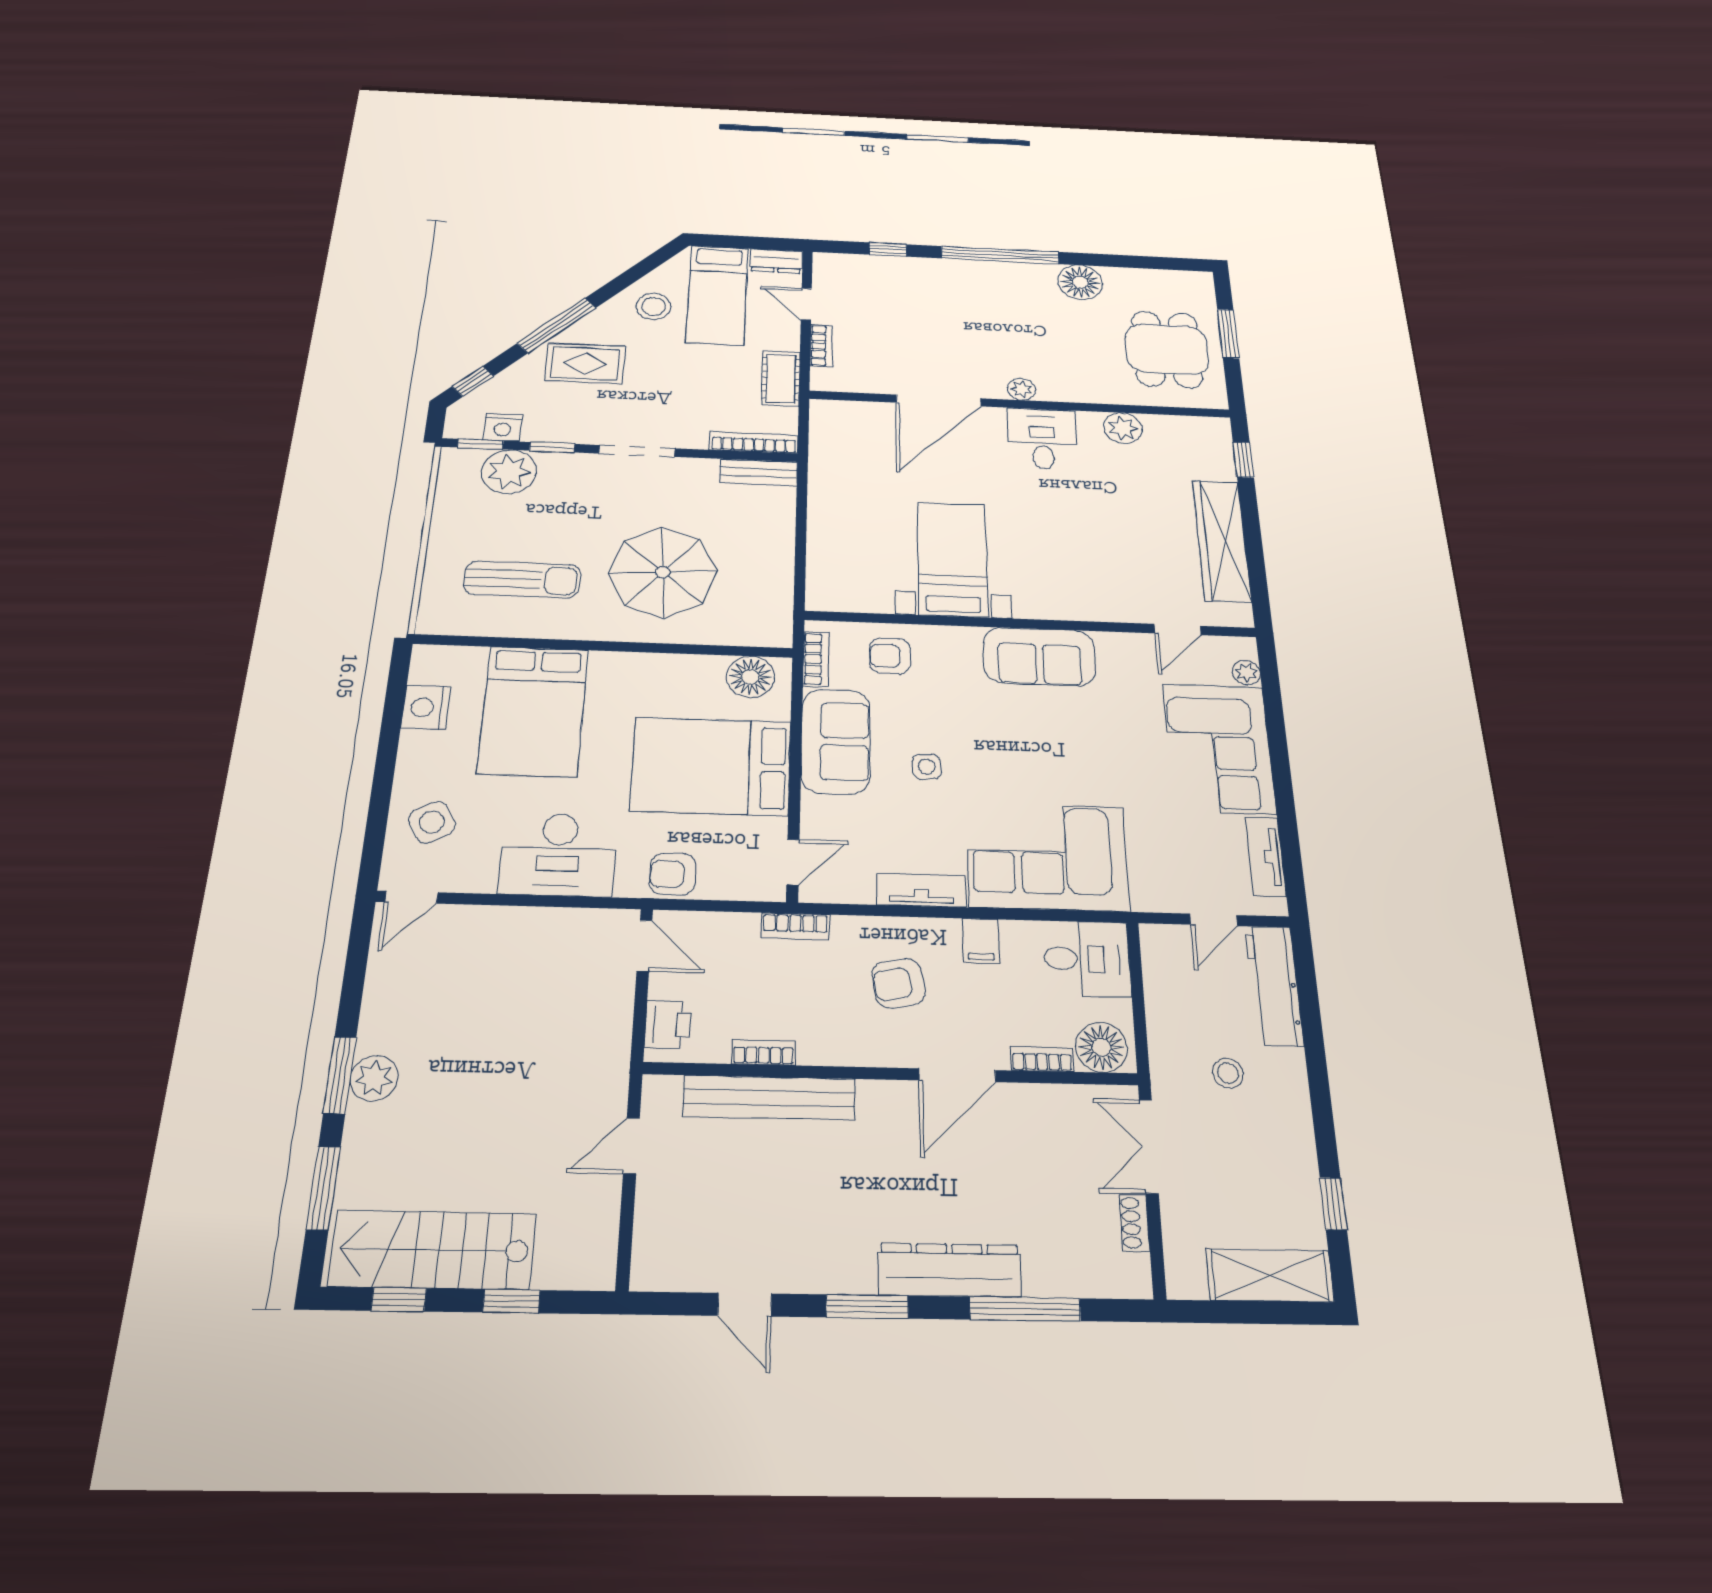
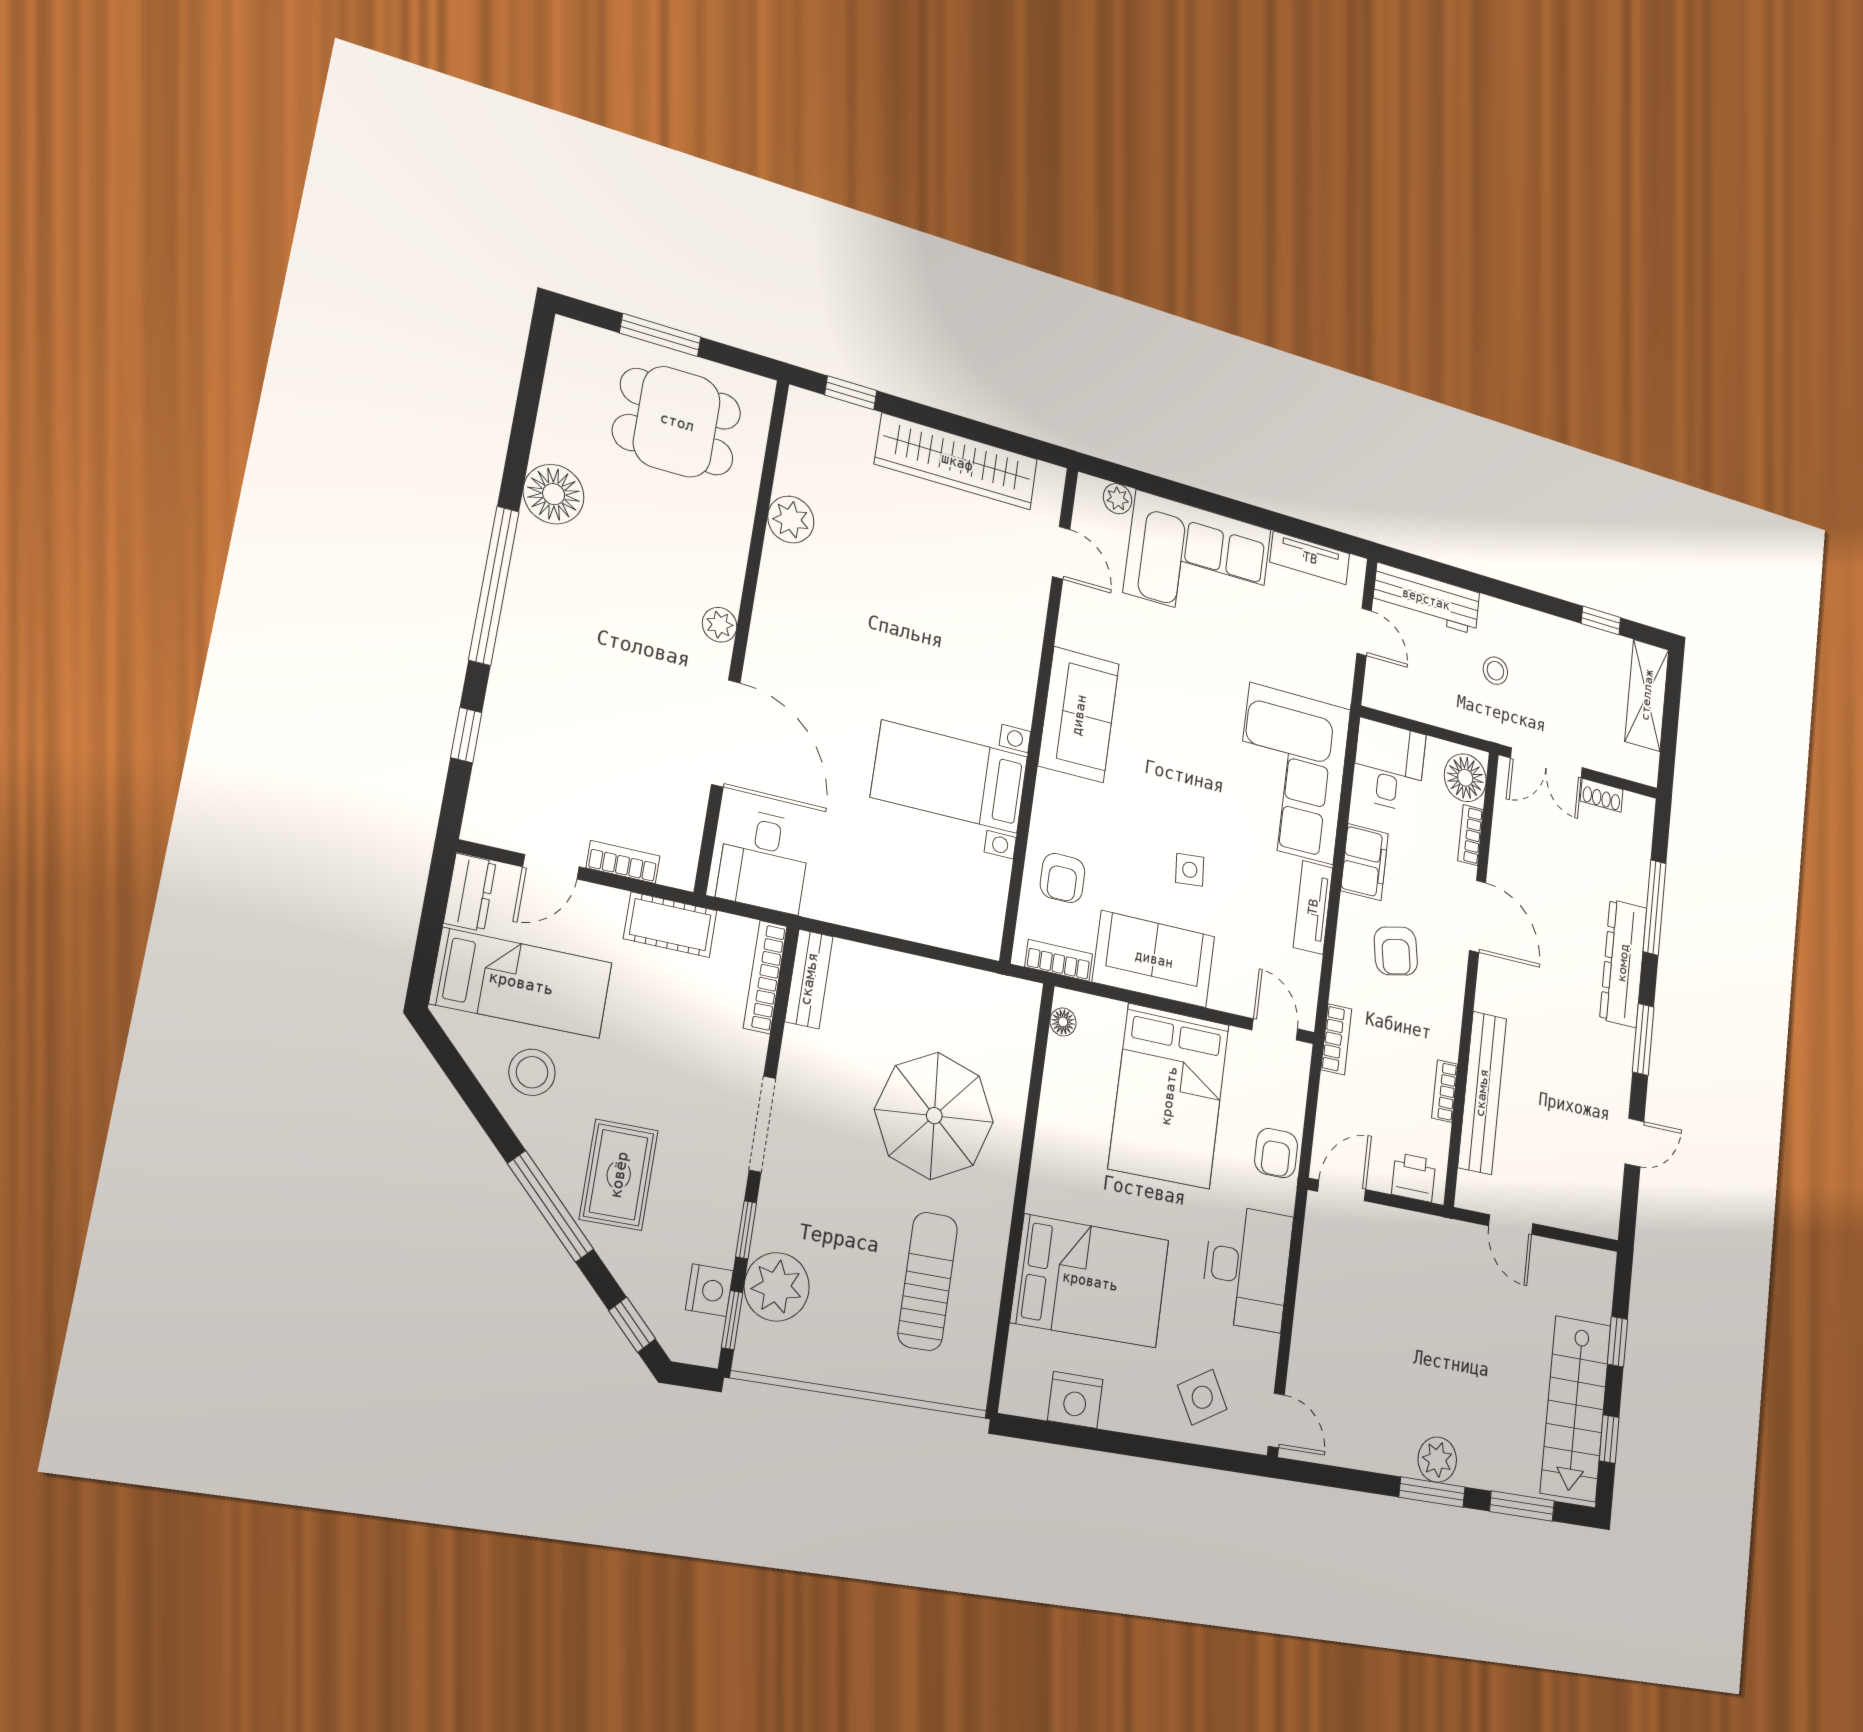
desk: (1043, 439) -> (764, 861), moved, turned -90
floor lamp: (751, 677) -> (1063, 1022), width x0.53, depth x0.53
filing cabinet: (981, 941) -> (1365, 862), width x2.00

